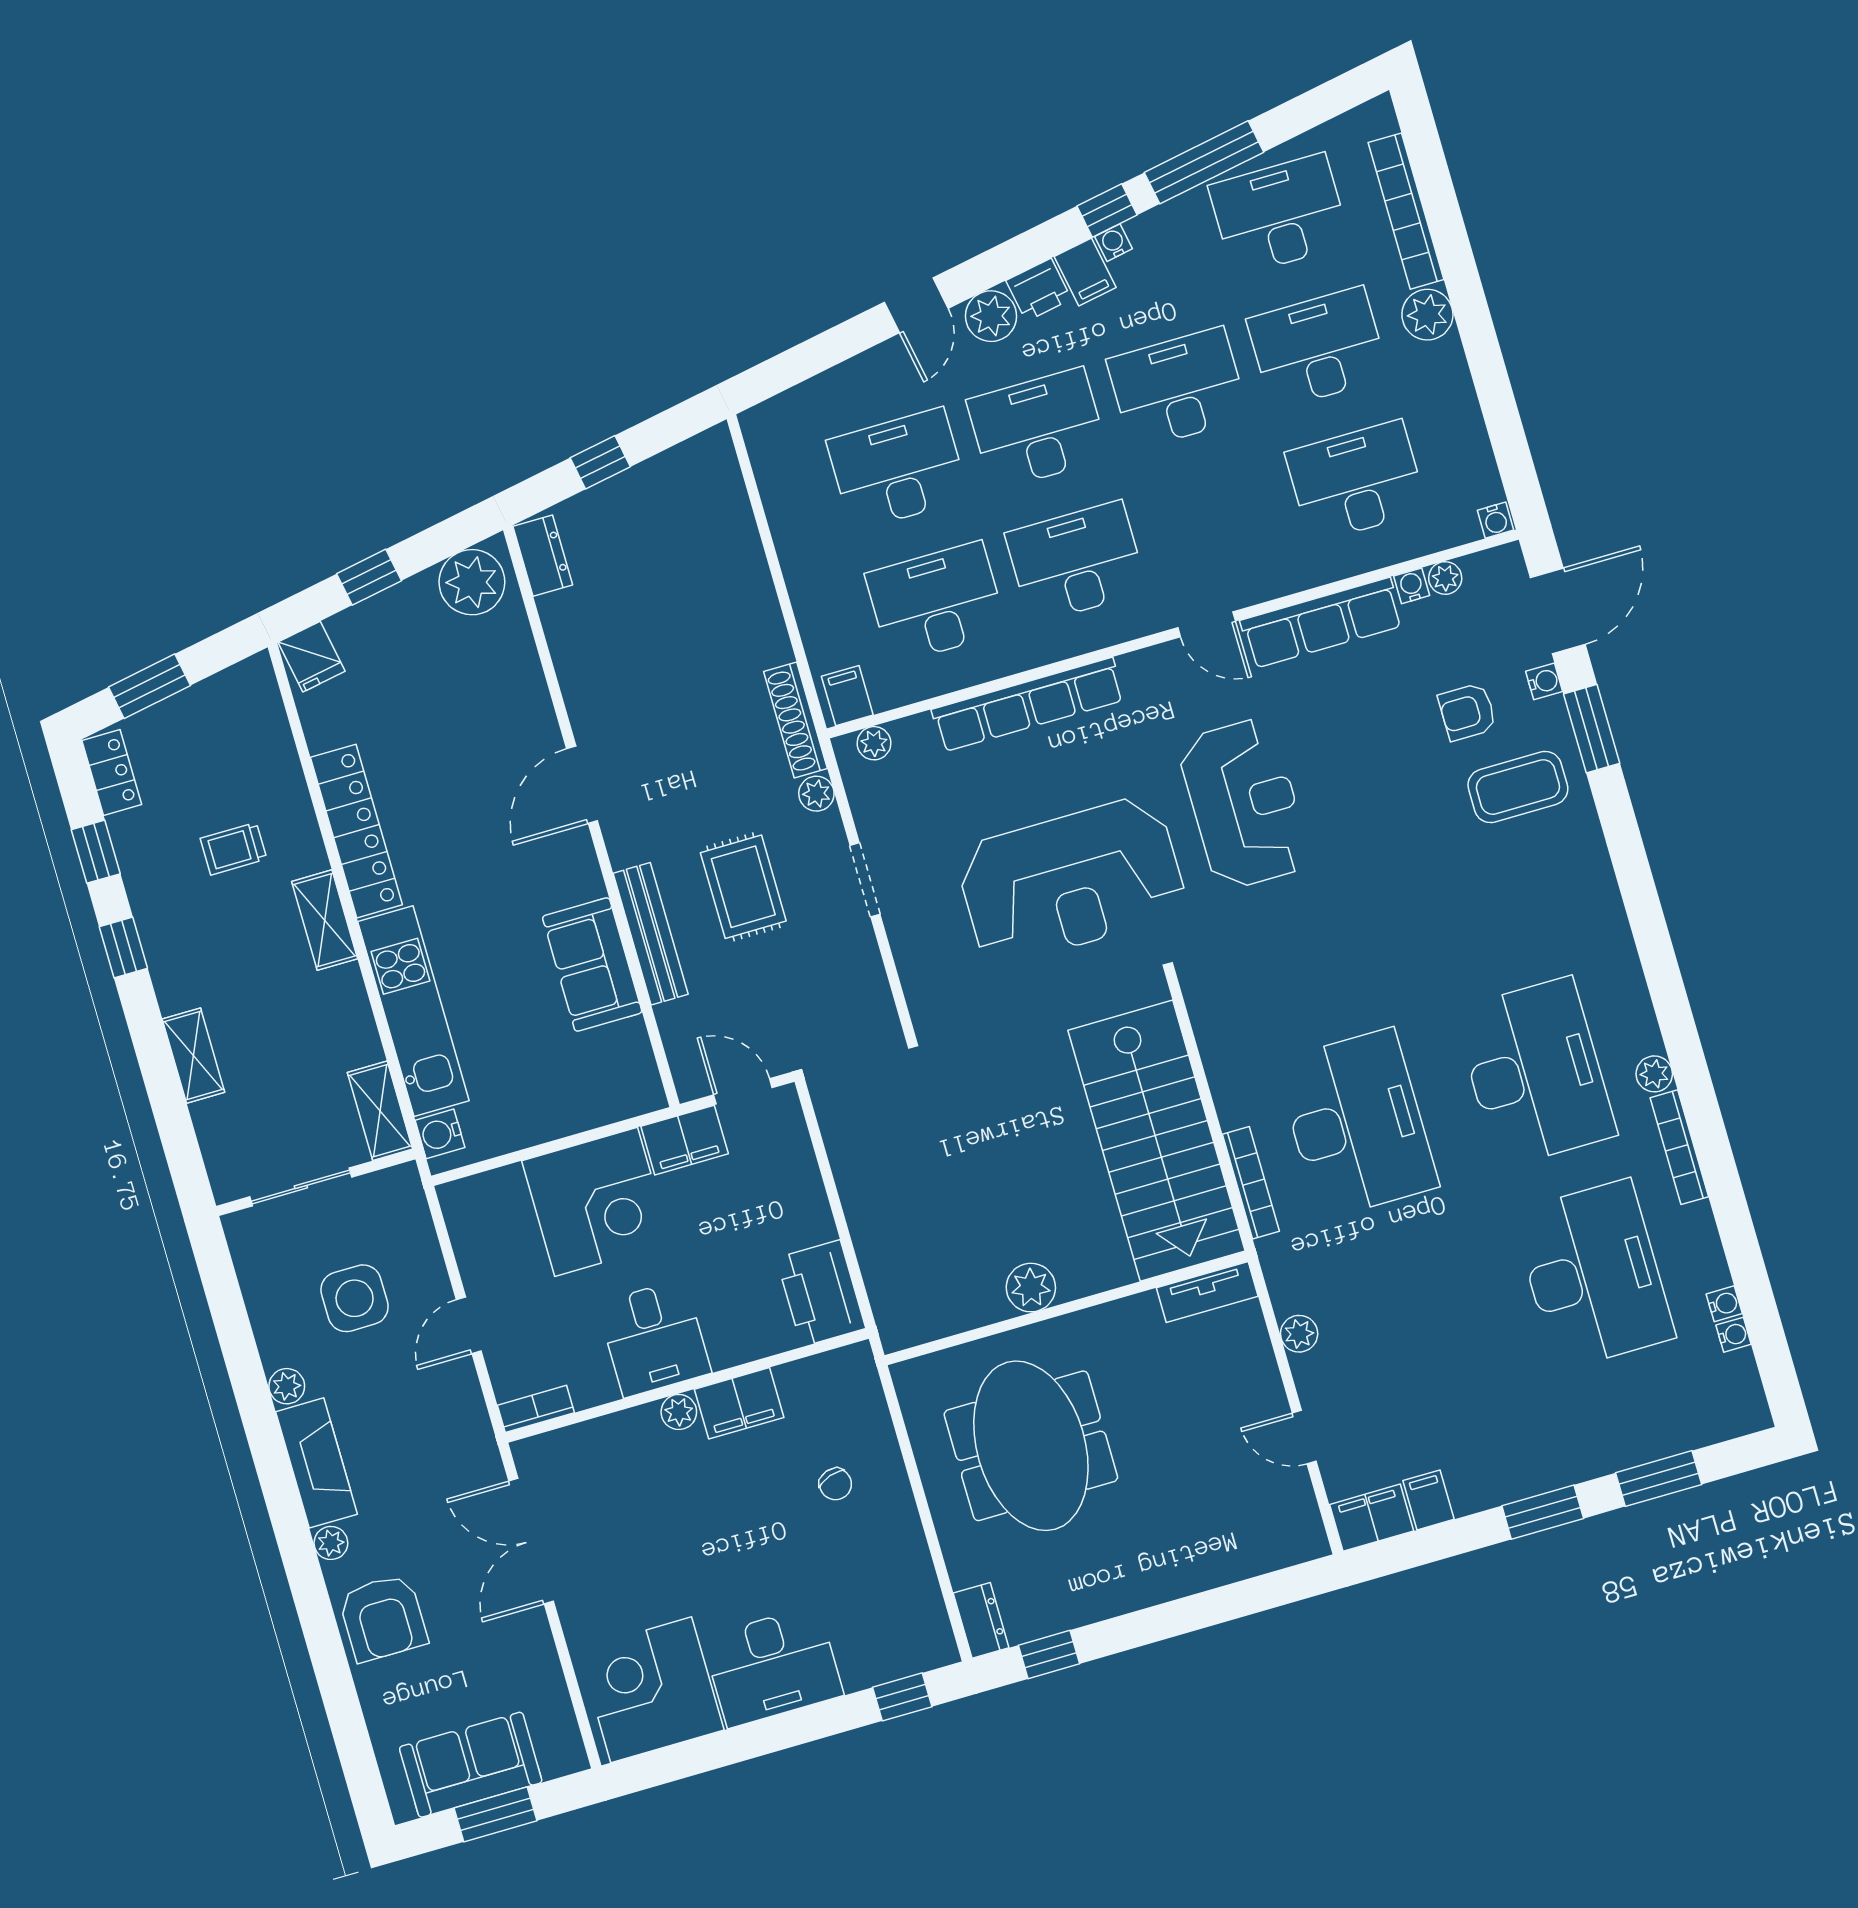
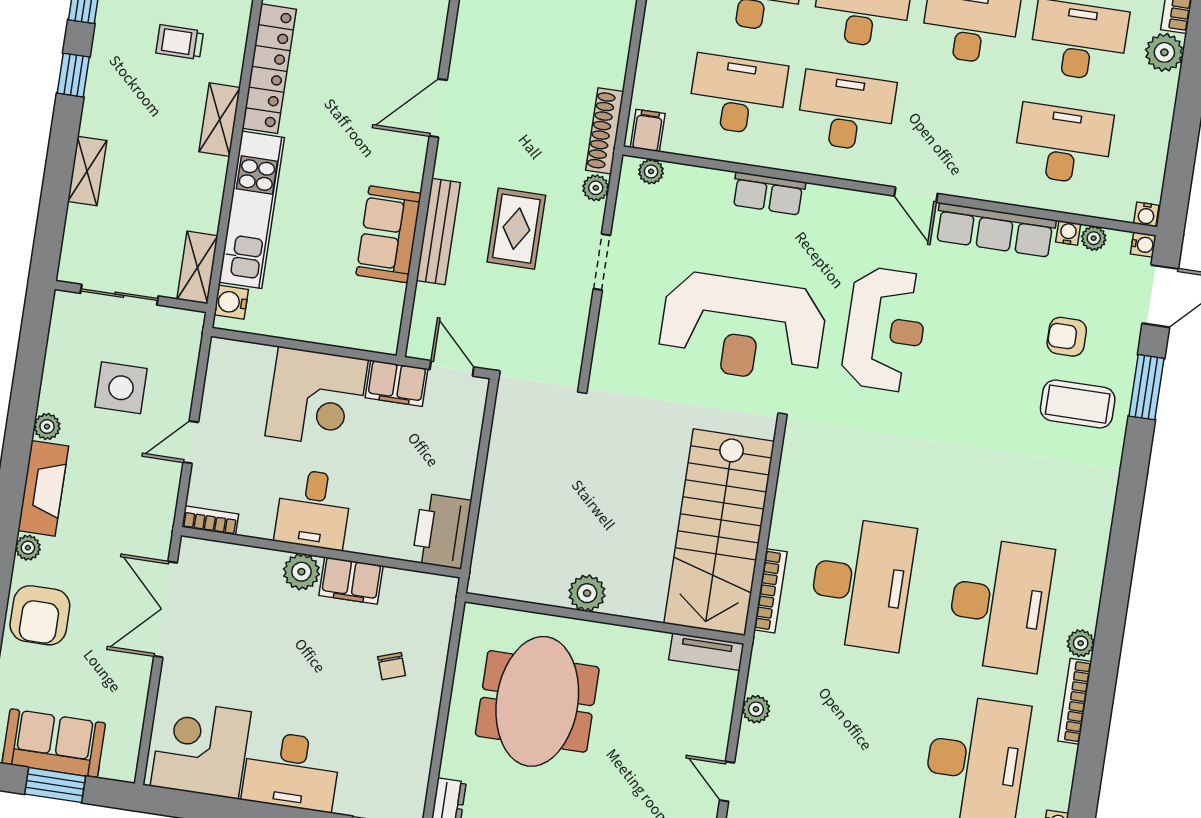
water cooler: (1544, 681) -> (1143, 245), moved
row of seats: (1028, 705) -> (768, 194), width x0.50
plant: (679, 1412) -> (301, 572), width x1.38, depth x1.38

